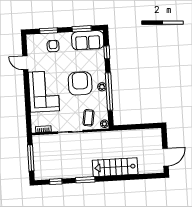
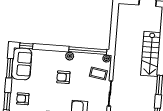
window: (107, 52) -> (26, 46), moved
armchair: (80, 83) -> (63, 77), width x0.53, depth x0.53
window: (109, 91) -> (88, 51), moved

